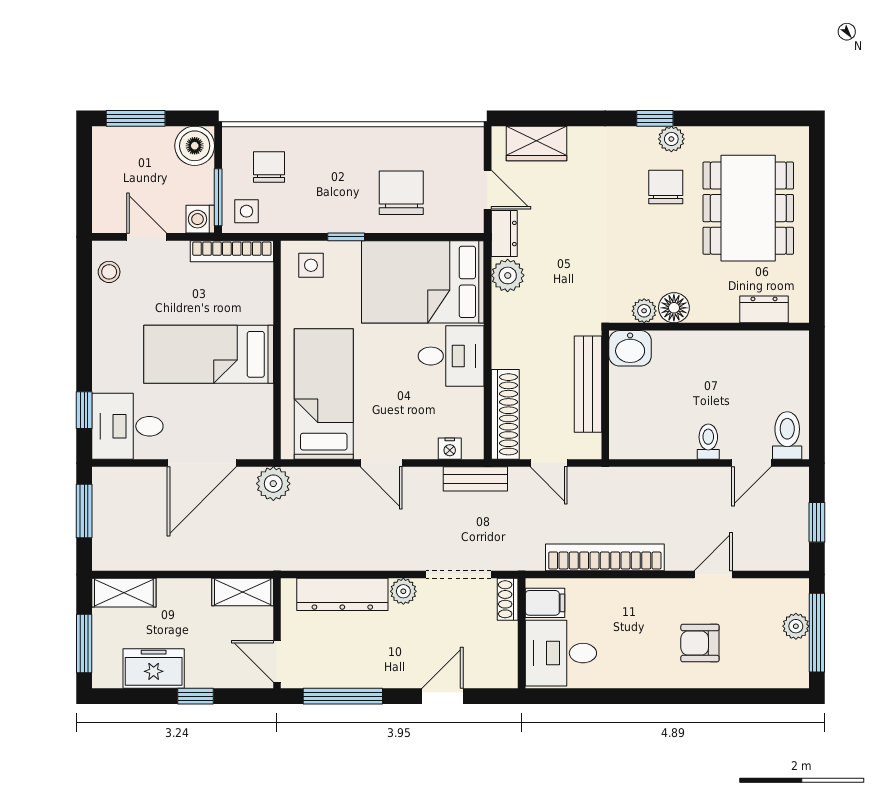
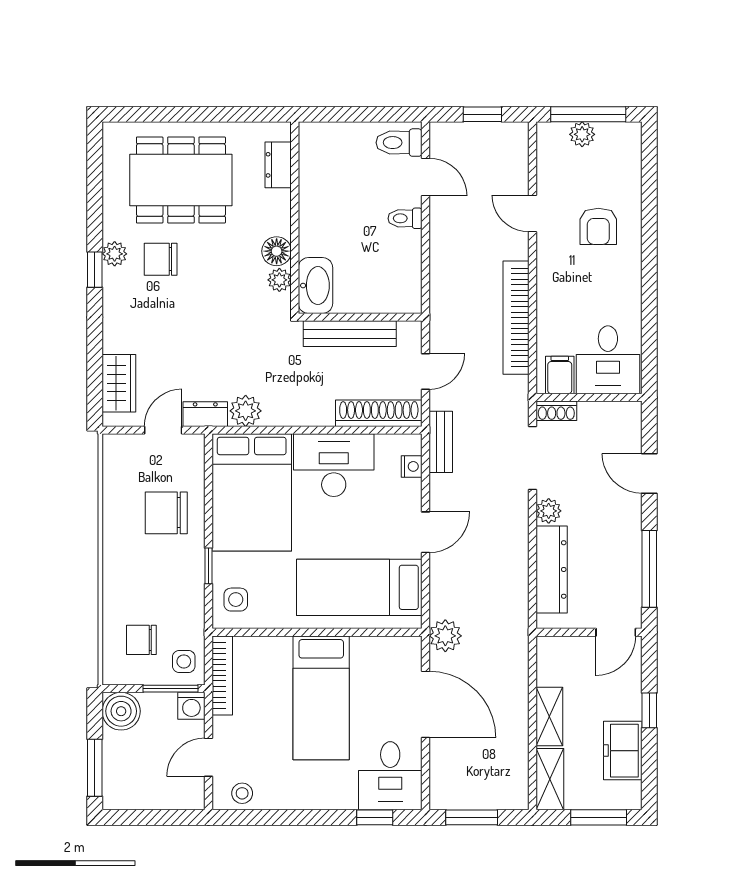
washbasin: (630, 348) -> (315, 286), width x1.38
desk: (451, 356) -> (334, 465), width x1.37
shelving: (243, 592) -> (549, 717), moved

